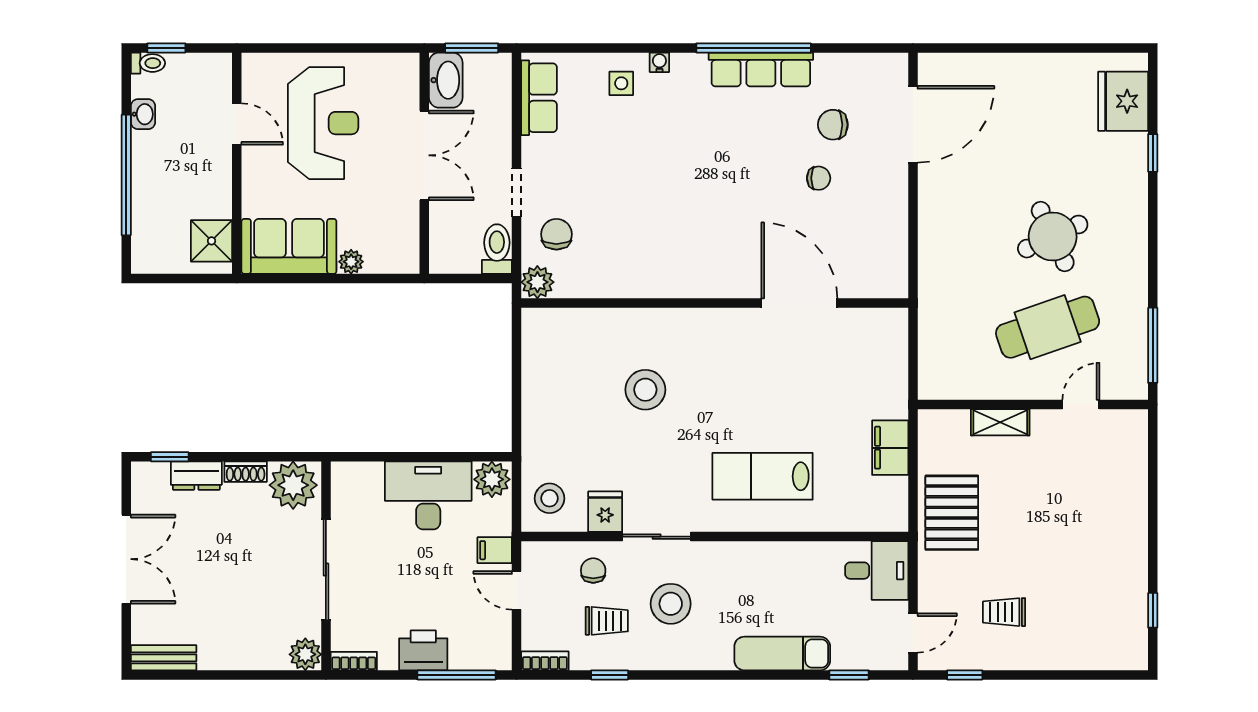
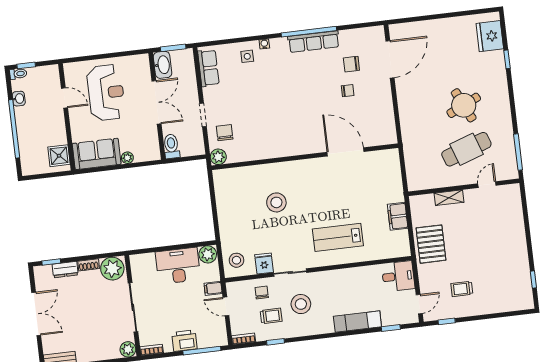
toilet: (497, 249) -> (171, 146), moved

